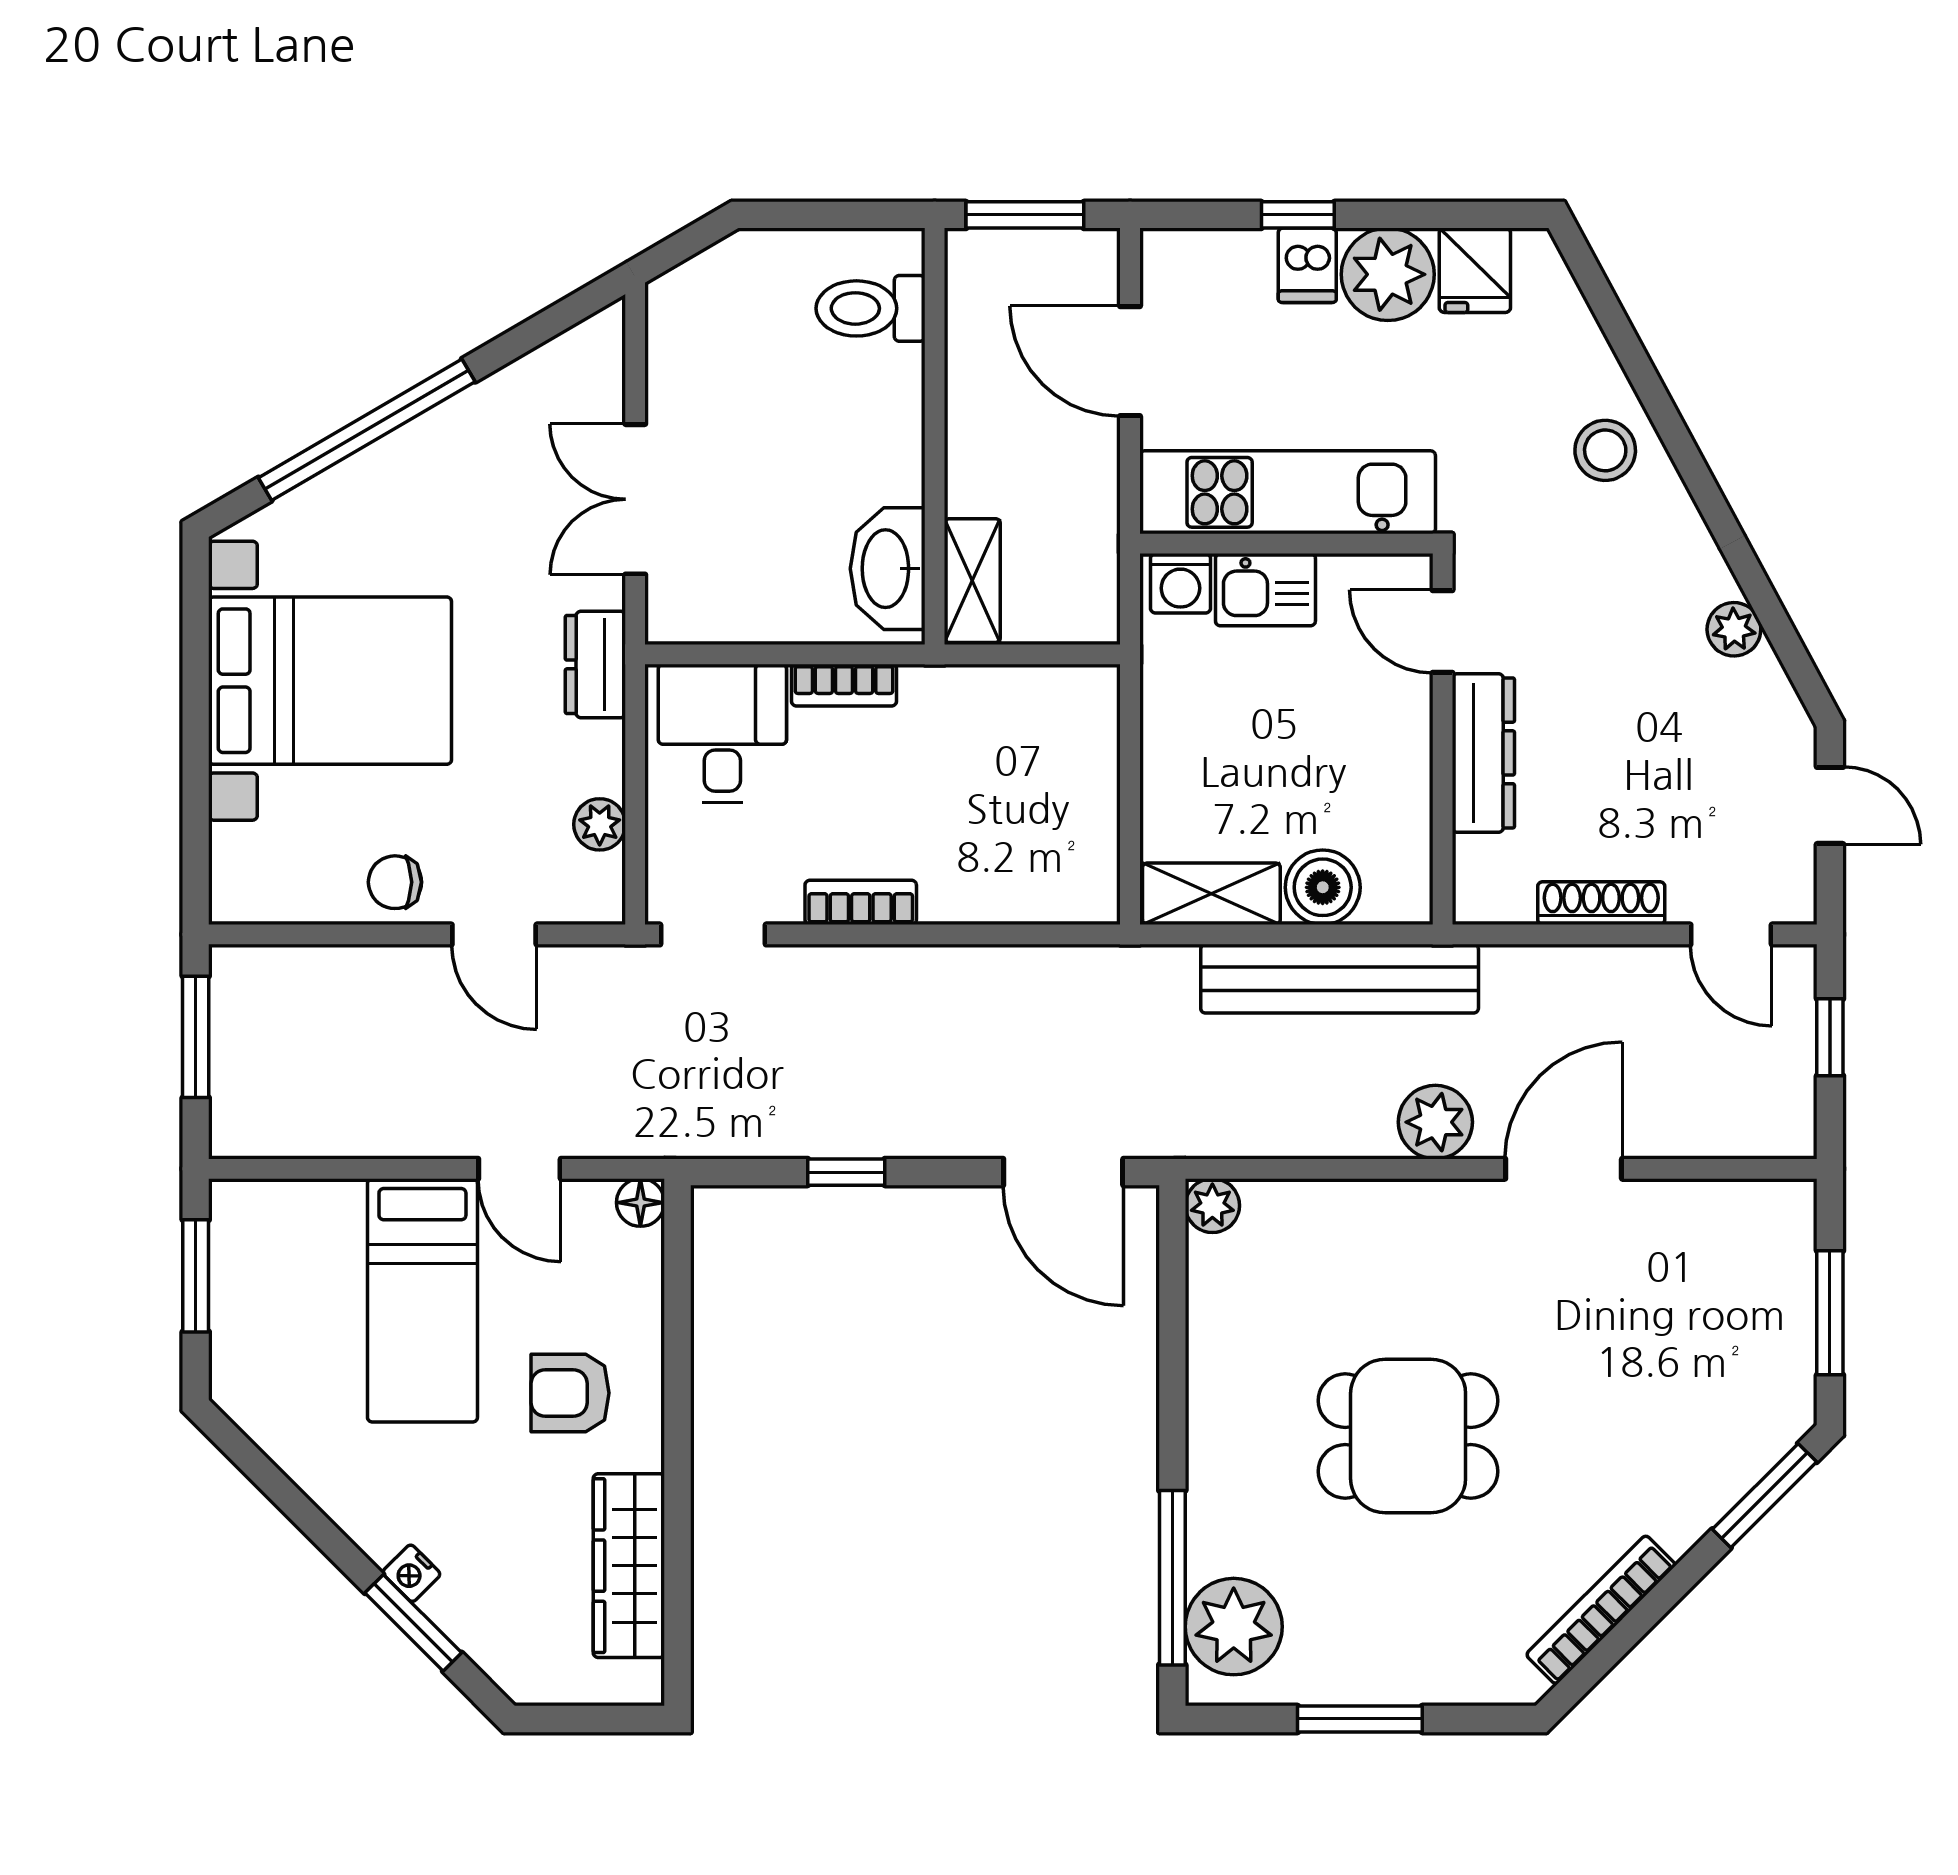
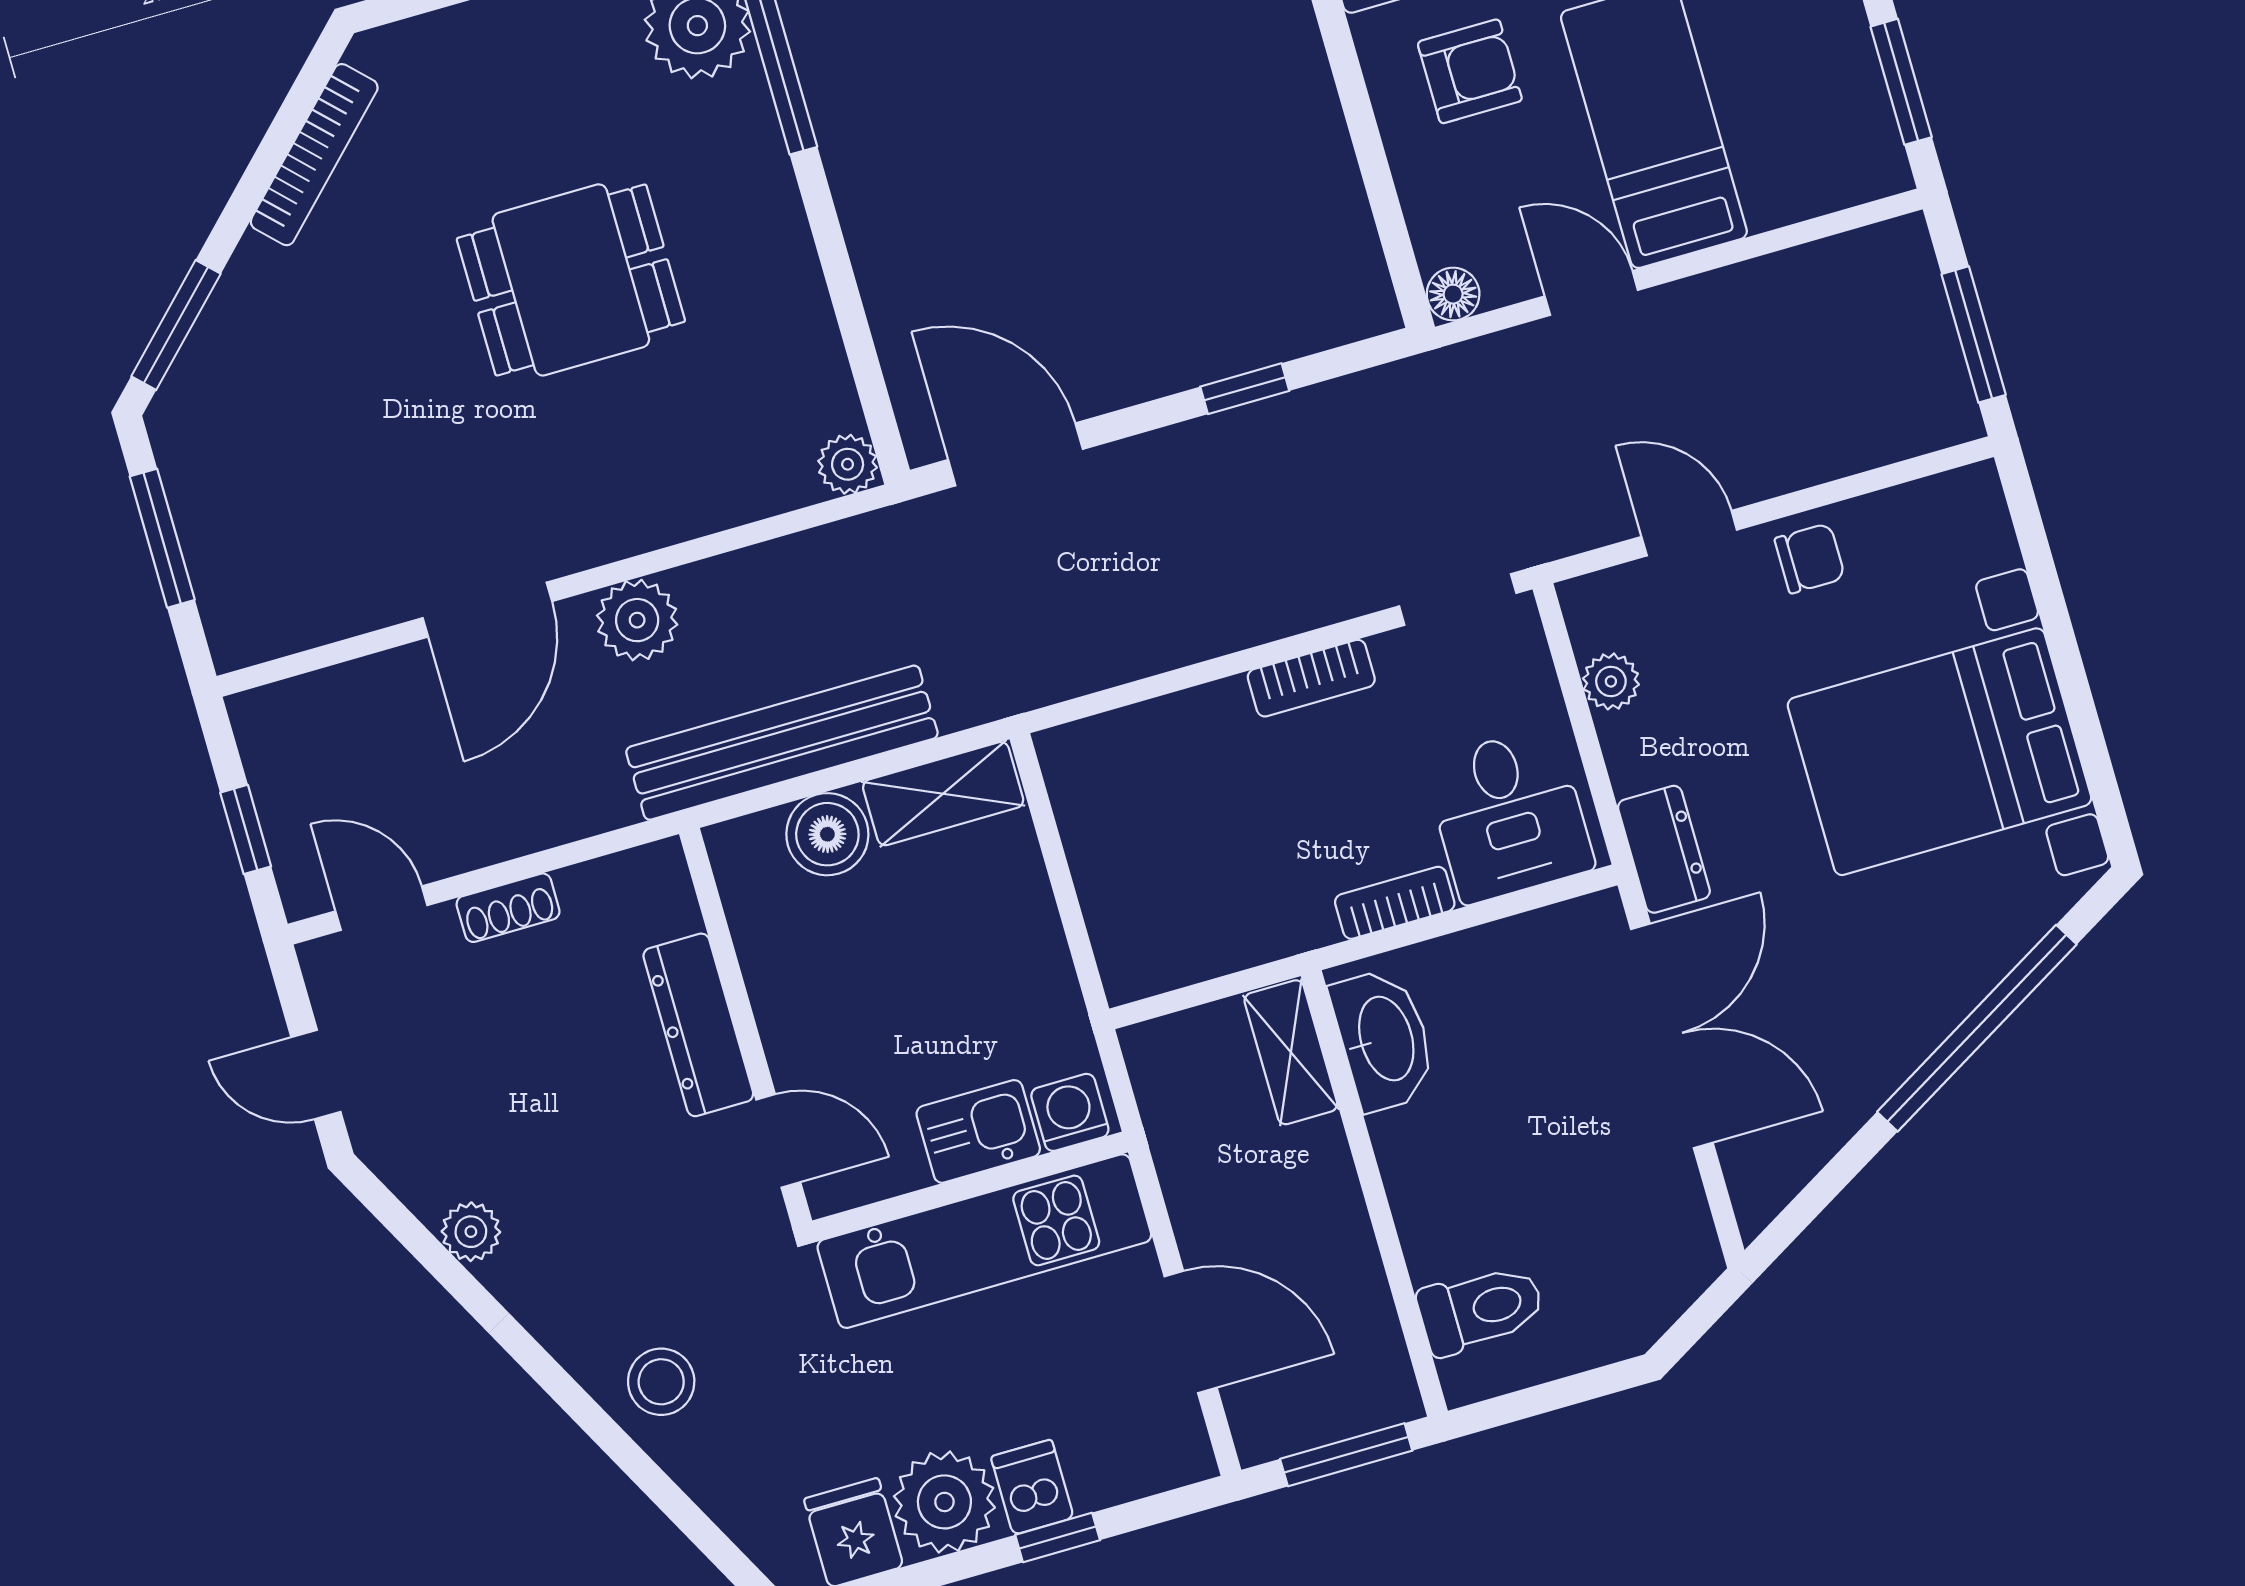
double door: (635, 499) -> (1672, 1036), width x1.37
shoe rack: (1601, 903) -> (508, 908), width x0.70

